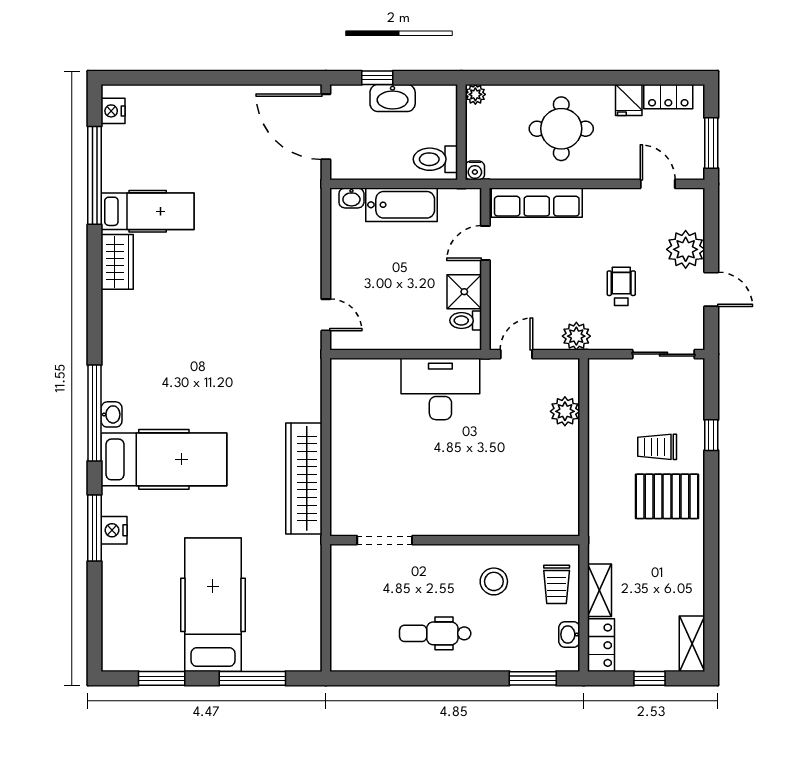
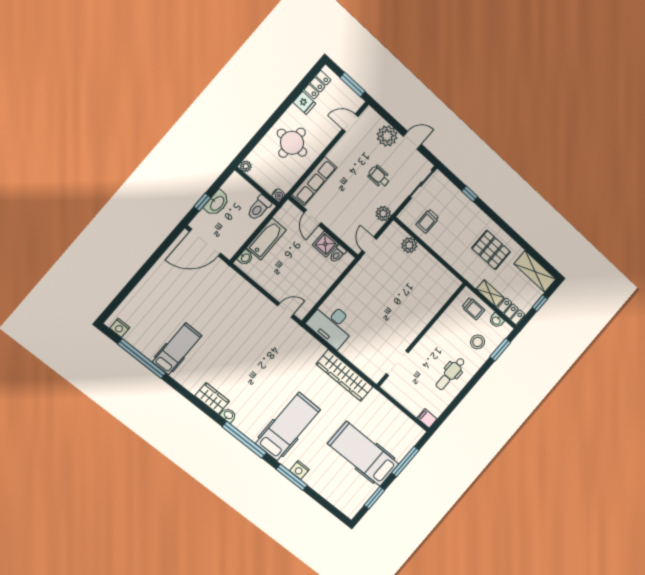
wardrobe: (117, 262) -> (212, 398), moved
desk: (440, 389) -> (332, 324), moved, turned -90
washbasin: (112, 414) -> (228, 415), moved
trolley: (657, 447) -> (427, 221), moved
pallet: (667, 496) -> (491, 250), moved, turned 90
stool: (494, 581) -> (478, 342), moved
shelving: (692, 644) -> (535, 271), width x1.50, depth x1.33
filing cabinet: (342, 656) -> (427, 418), added

